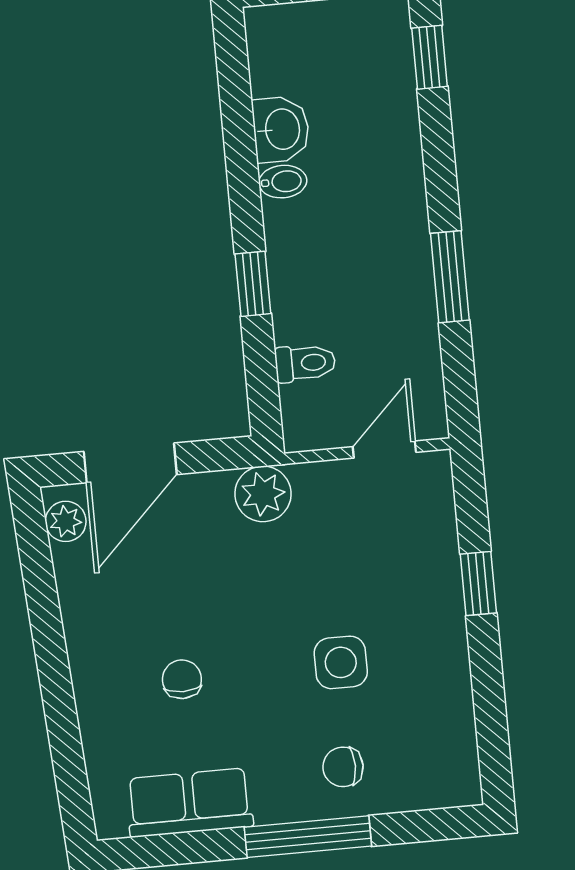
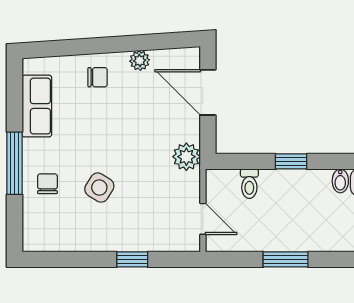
plant: (66, 521) -> (140, 61), moved
side table: (341, 662) -> (99, 188), turned 32
chair: (182, 679) -> (98, 77), moved

